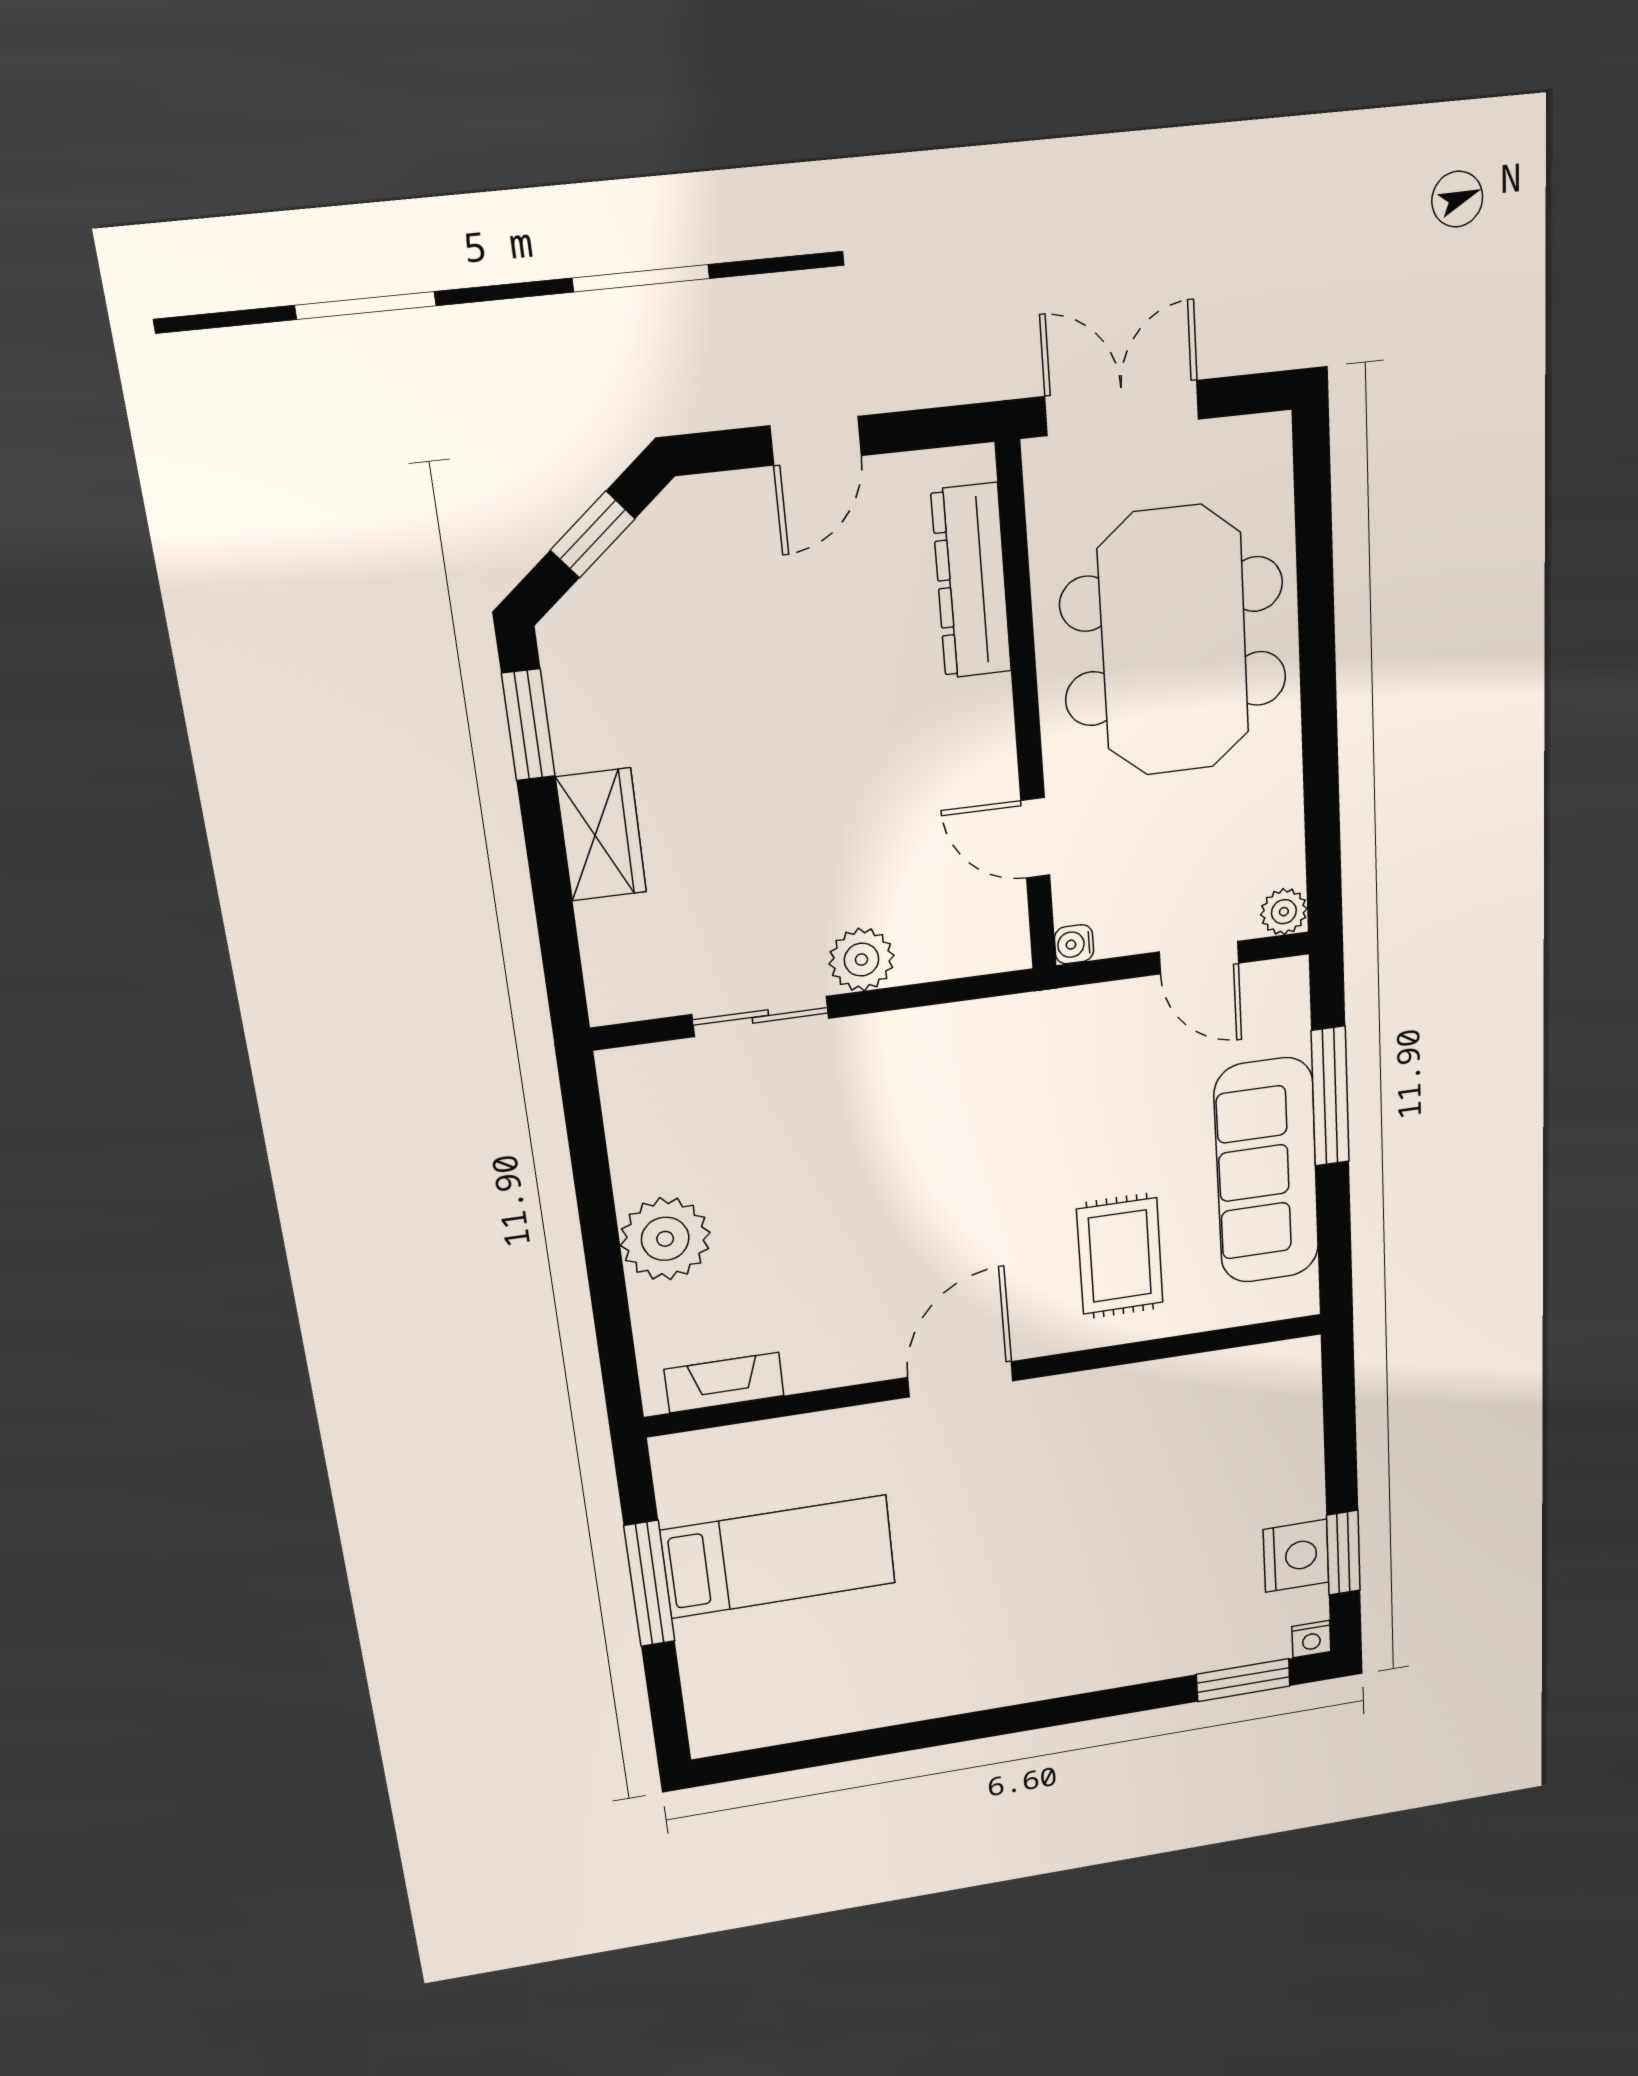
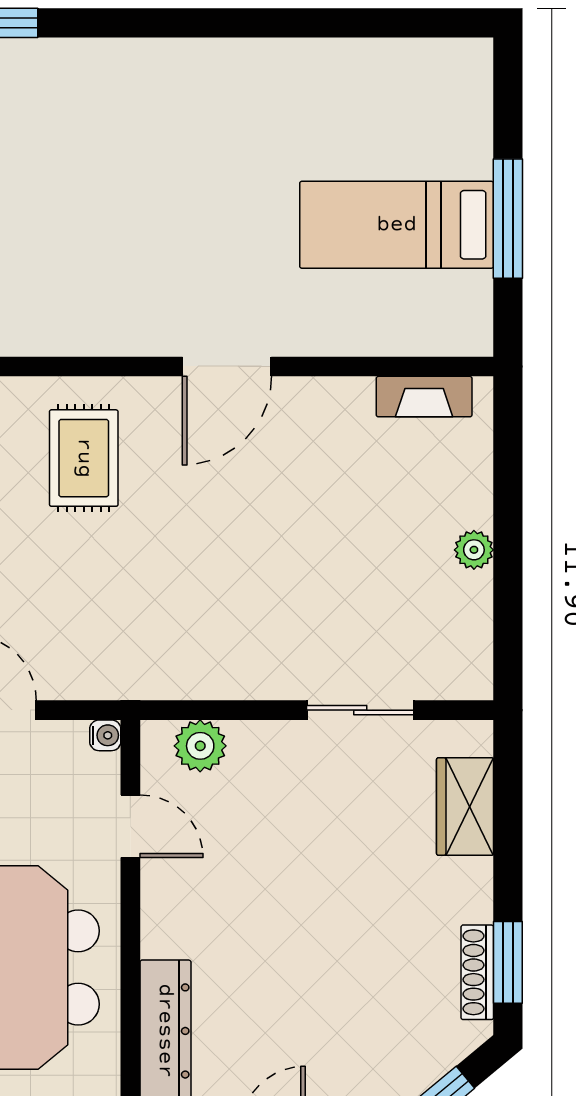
shoe rack: (568, 707) -> (477, 972), added
wardrobe: (601, 835) -> (465, 806), moved
plant: (861, 960) -> (200, 746), moved
plant: (665, 1239) -> (474, 550), width x0.53, depth x0.53

